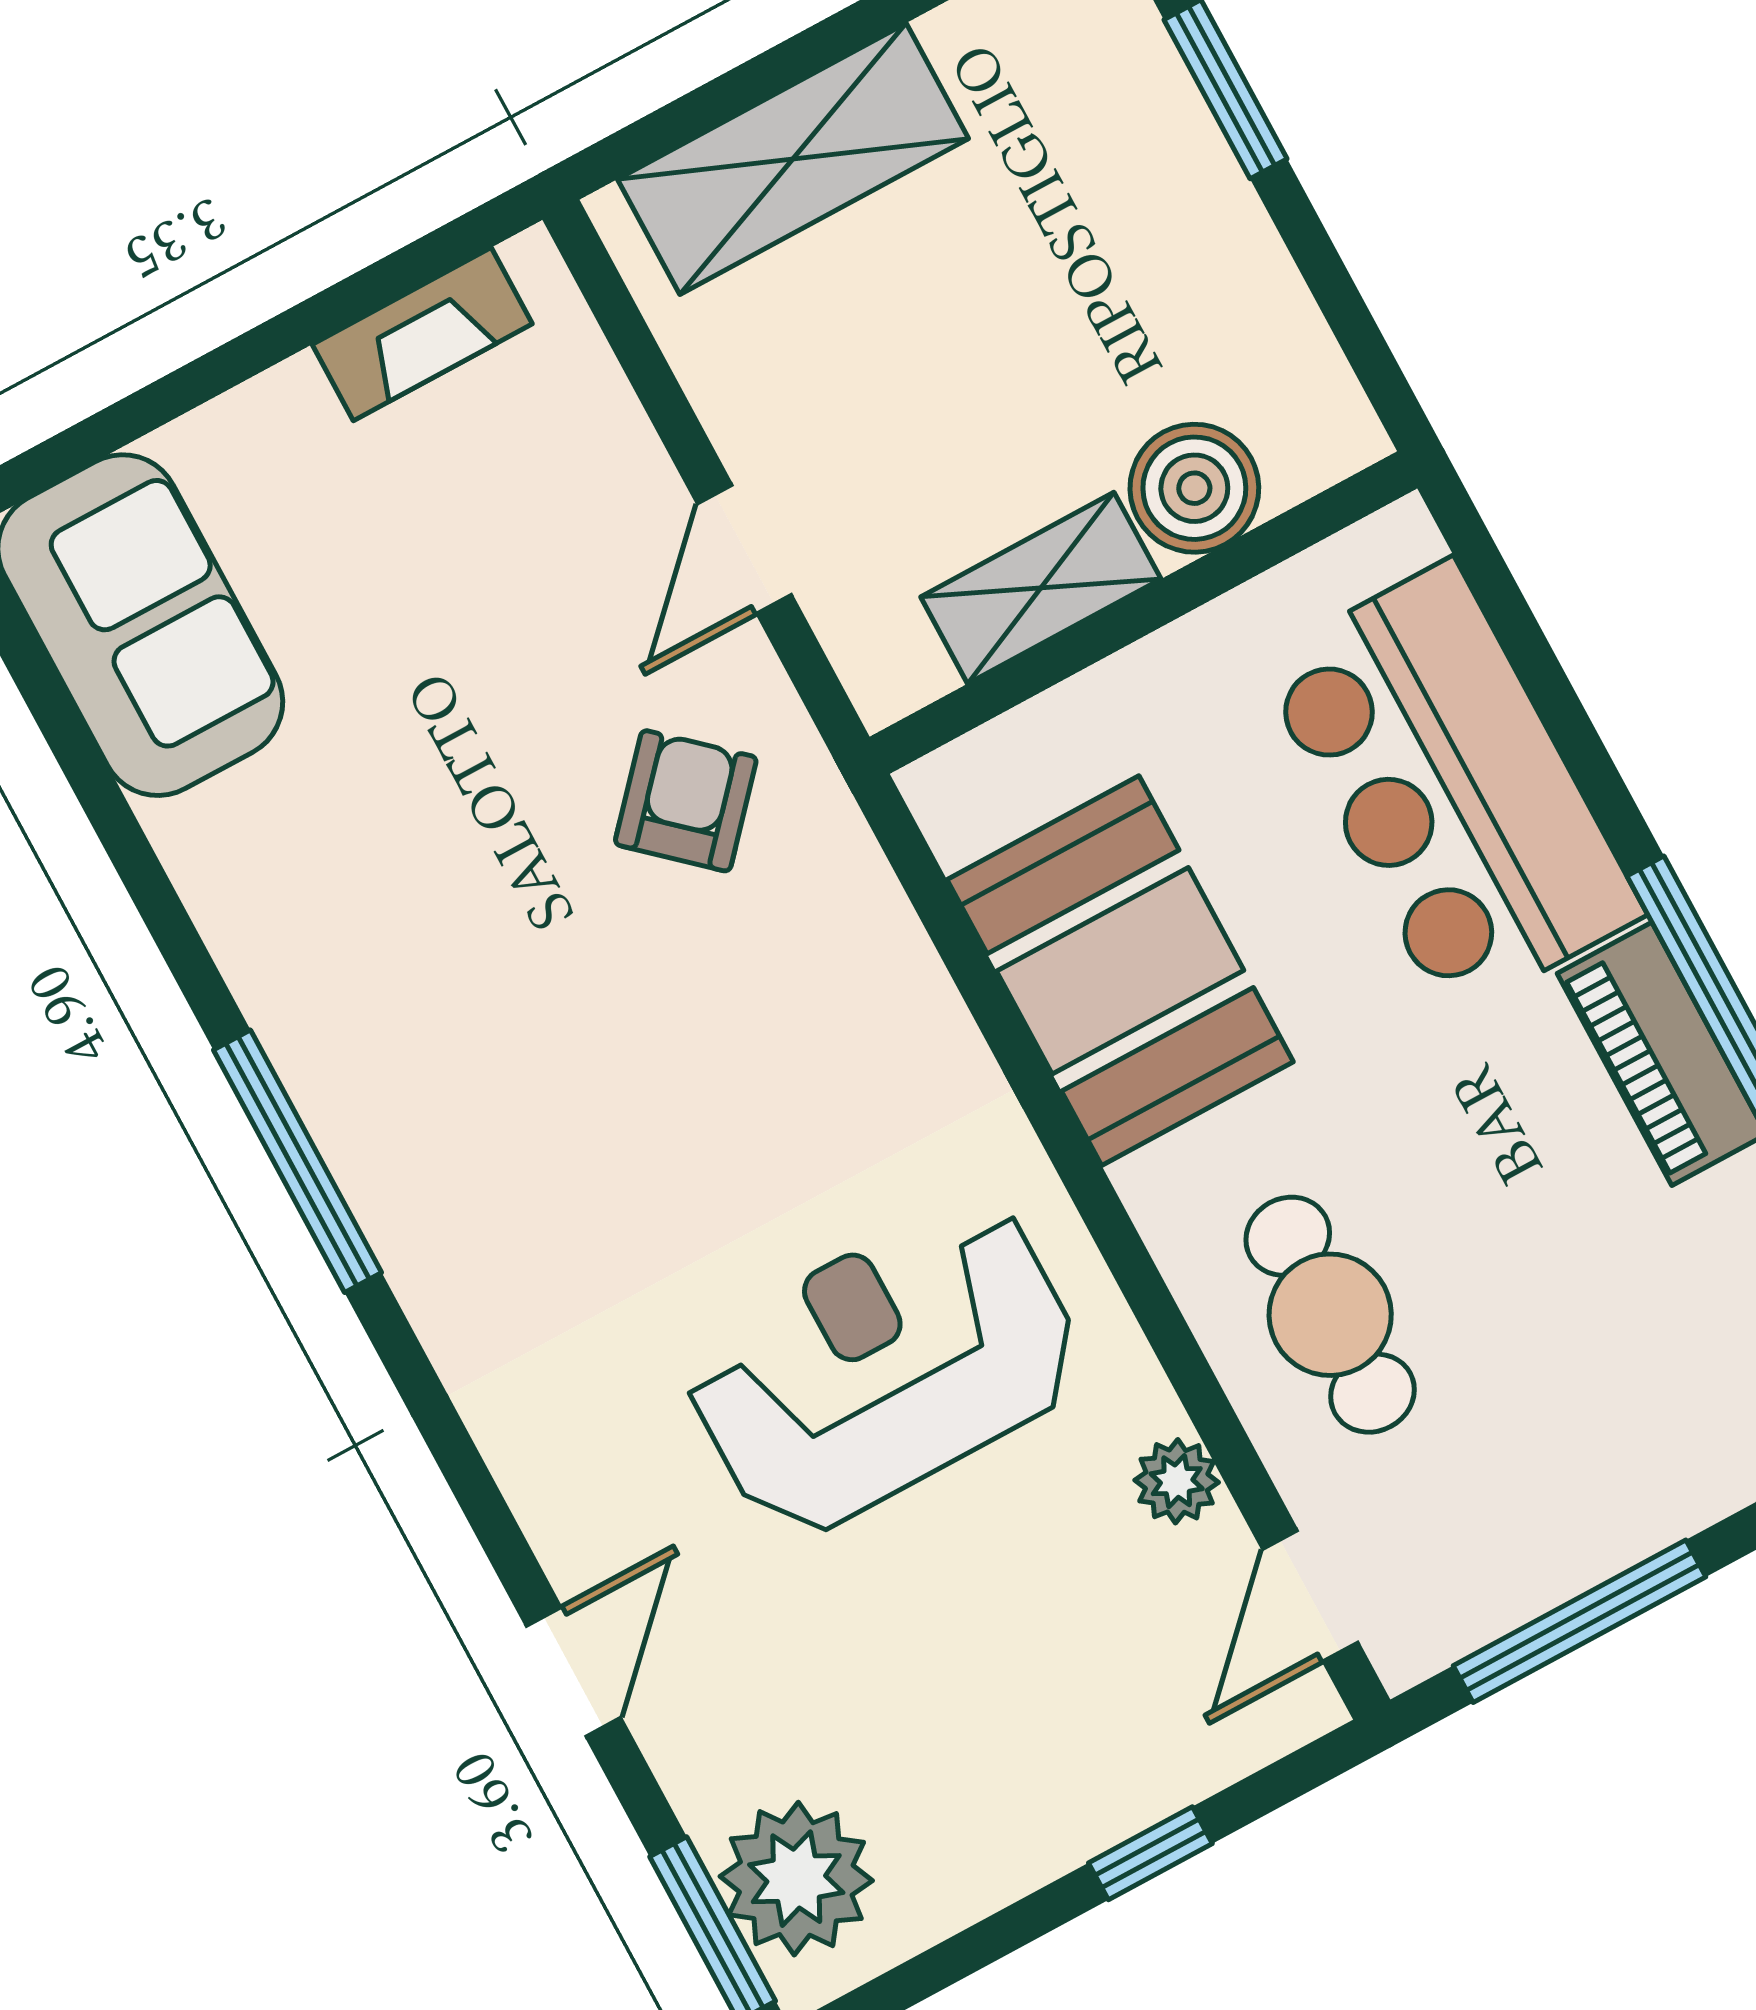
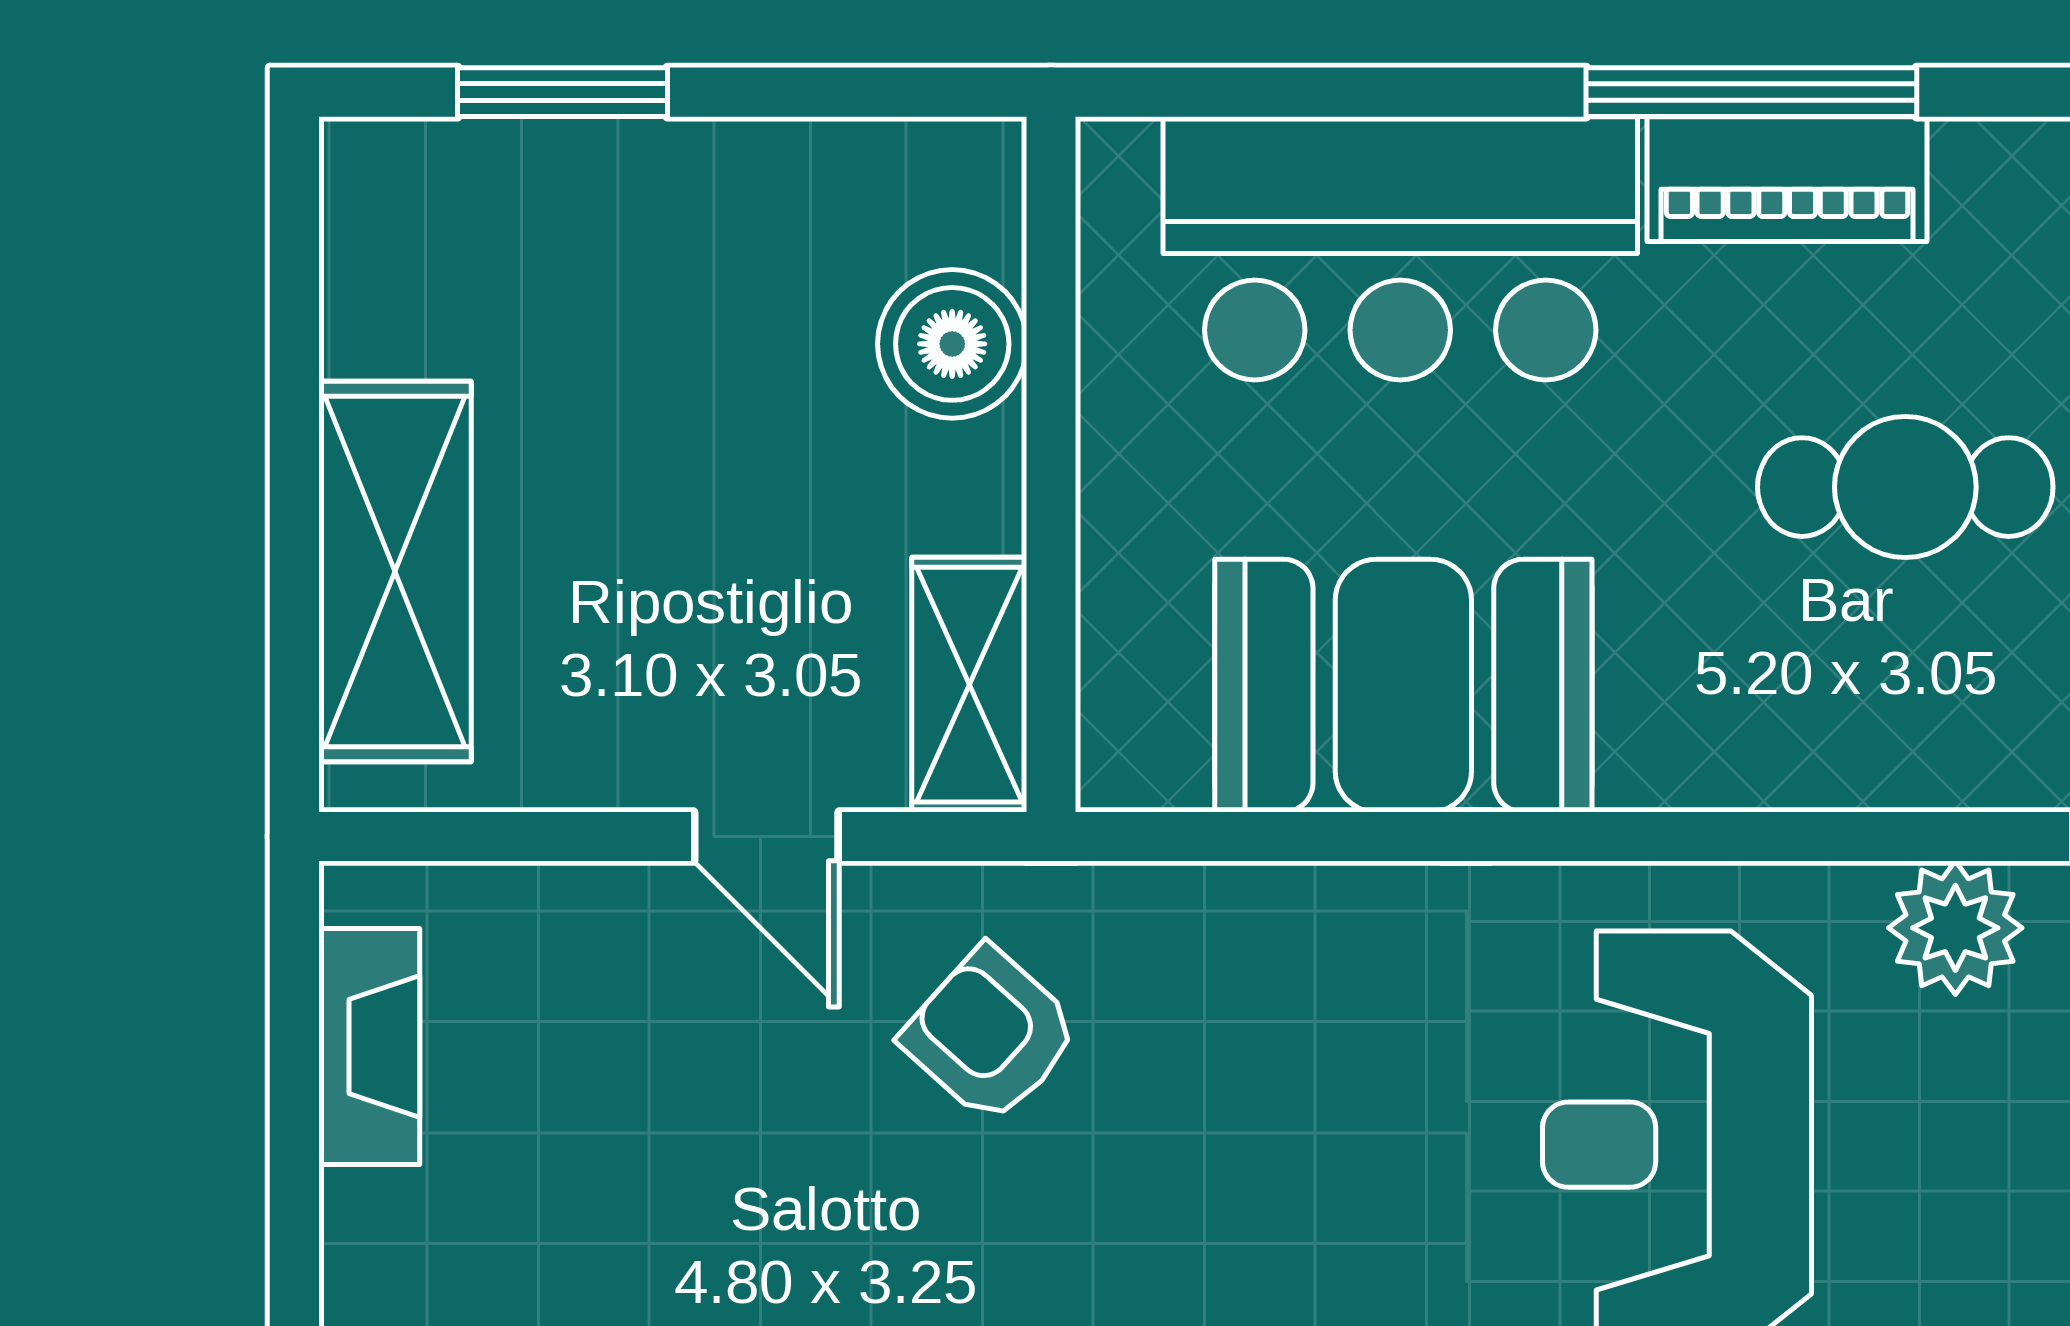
shelving: (1041, 588) -> (969, 685), moved
cafe table: (1330, 1315) -> (1905, 487), moved
plant: (1177, 1481) -> (1955, 928), width x1.38, depth x1.38

